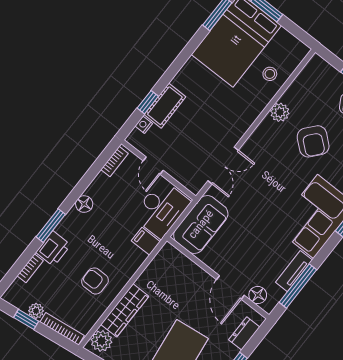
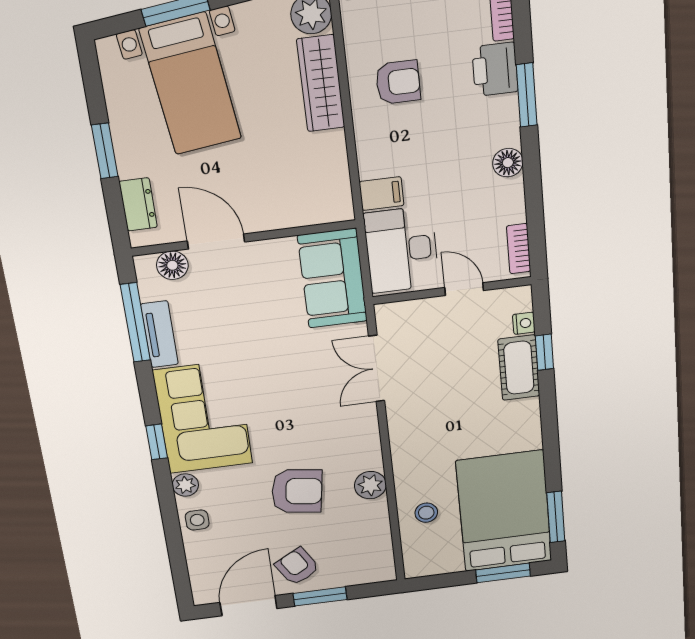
armchair: (313, 141) -> (297, 491), turned 148

